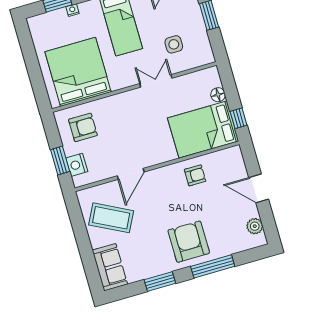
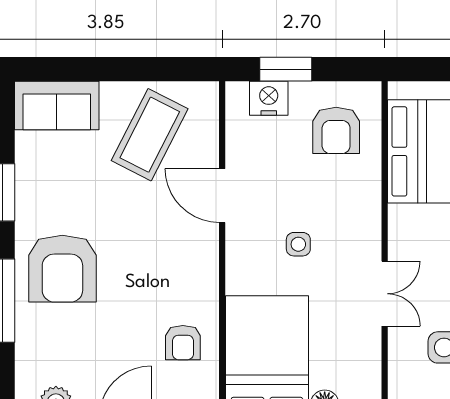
side table: (144, 130) -> (298, 244), added
armchair: (195, 175) -> (183, 343), moved
armchair: (189, 242) -> (62, 269), turned 90

